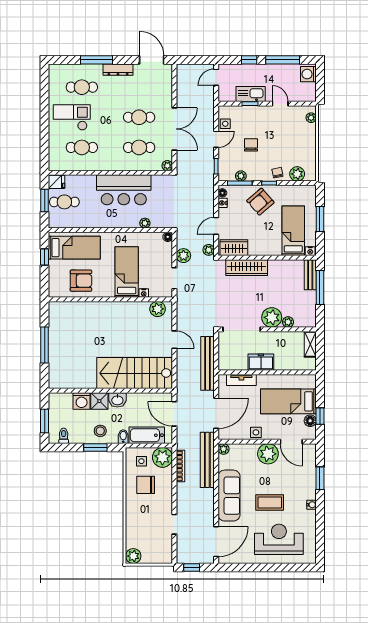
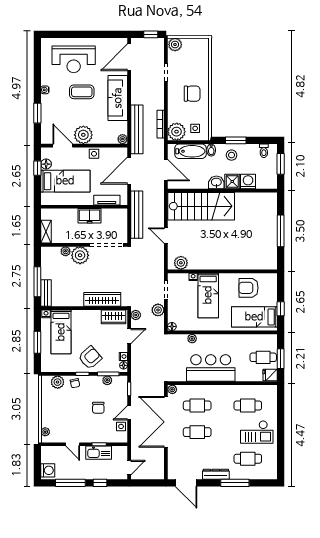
double door: (174, 129) -> (166, 422), width x1.36
chair: (146, 485) -> (192, 94), moved
plant: (133, 556) -> (175, 44), moved

